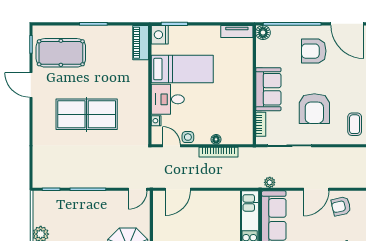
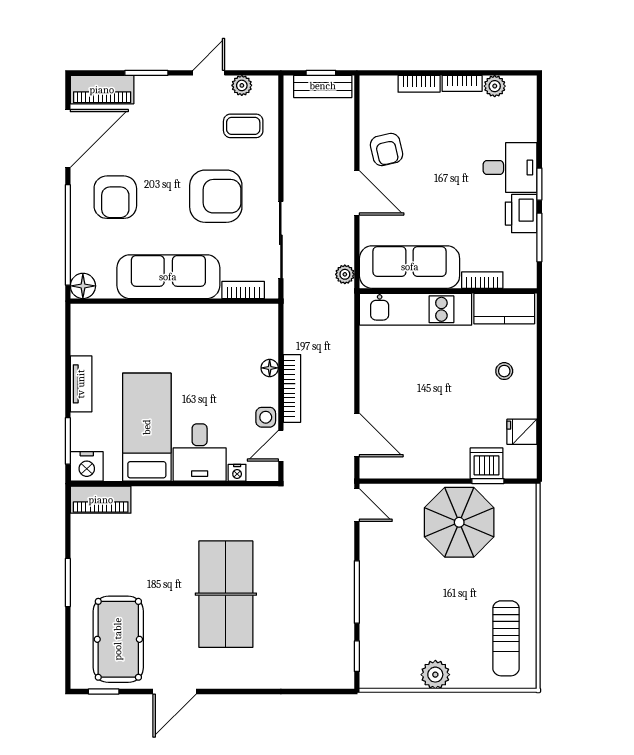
tv unit: (237, 31) -> (81, 384), moved
sofa: (268, 89) -> (168, 277), width x1.36
bookcase: (219, 152) -> (292, 388), moved

